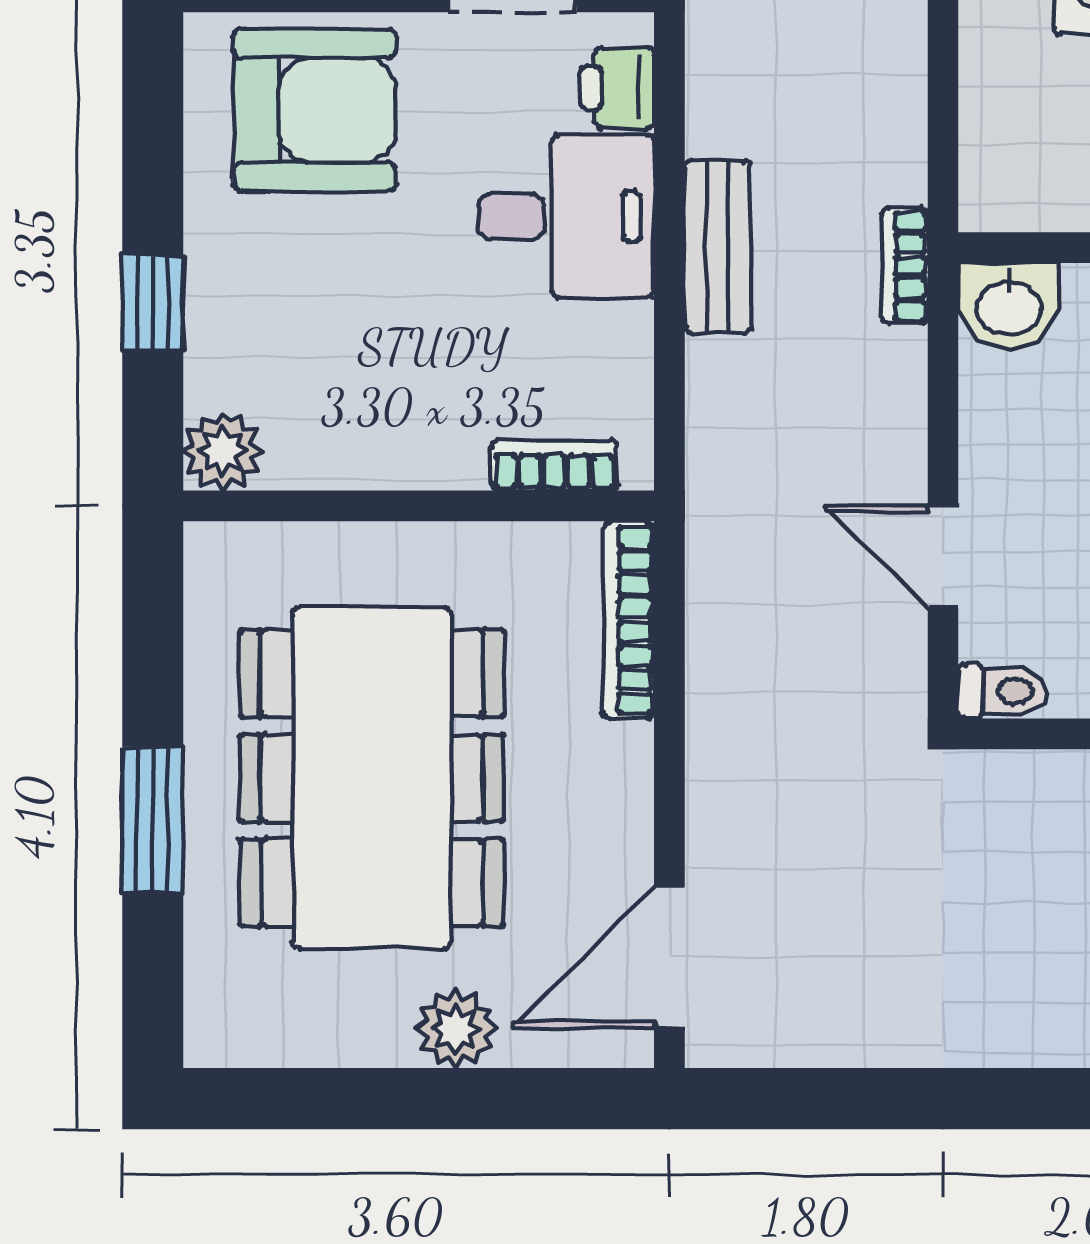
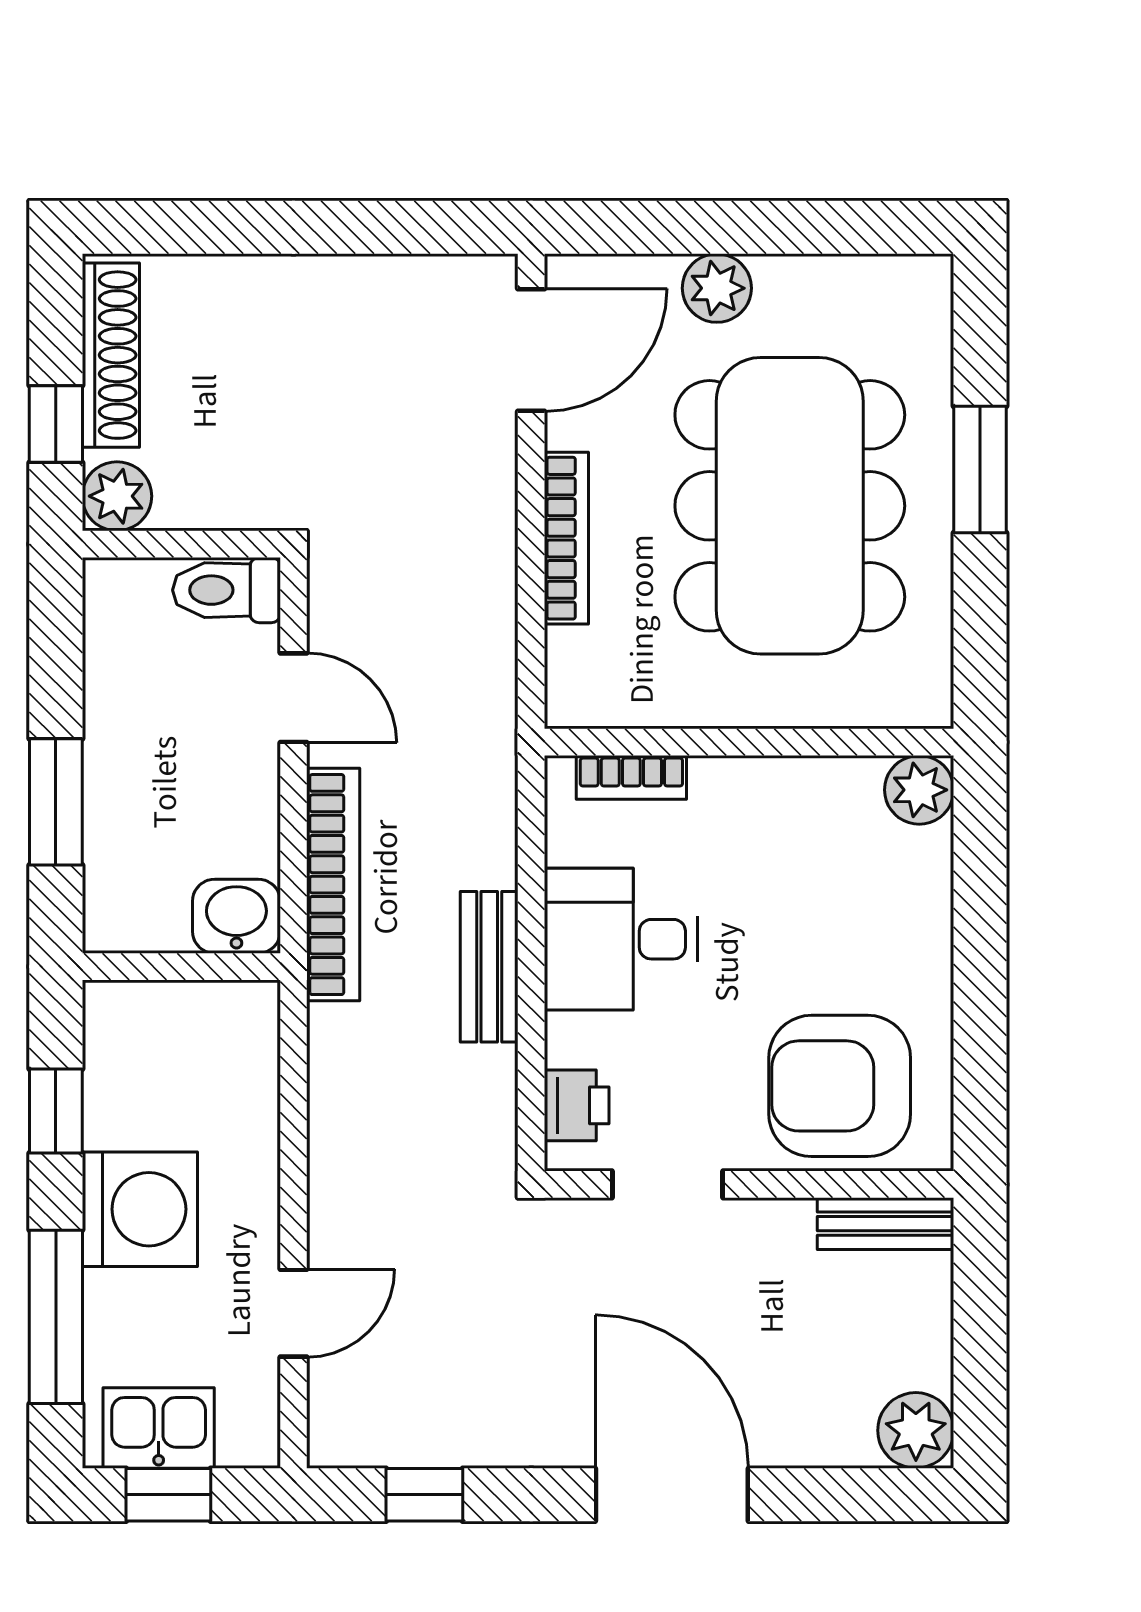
desk: (566, 216) -> (621, 939), moved
bookcase: (905, 266) -> (333, 885), width x2.31, depth x1.31
window: (153, 303) -> (980, 919), removed
bookcase: (629, 620) -> (566, 538), moved
toilet: (1003, 691) -> (226, 590), width x1.37, depth x1.39

